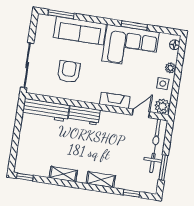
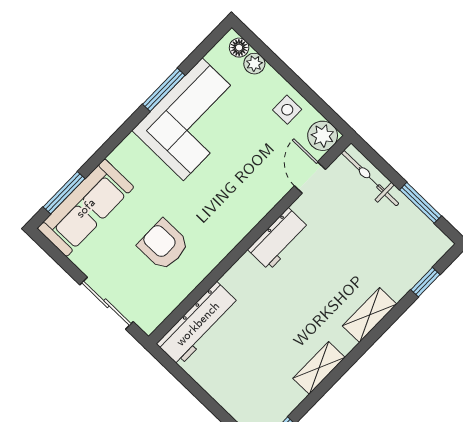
sofa: (80, 31) -> (86, 208), moved
sliding door: (27, 65) -> (107, 303), width x0.73
plant: (171, 68) -> (254, 64), moved
fireplace: (115, 100) -> (260, 204), removed
workbench: (84, 115) -> (279, 239), moved
bicycle: (155, 146) -> (370, 178), width x0.73, depth x0.71

